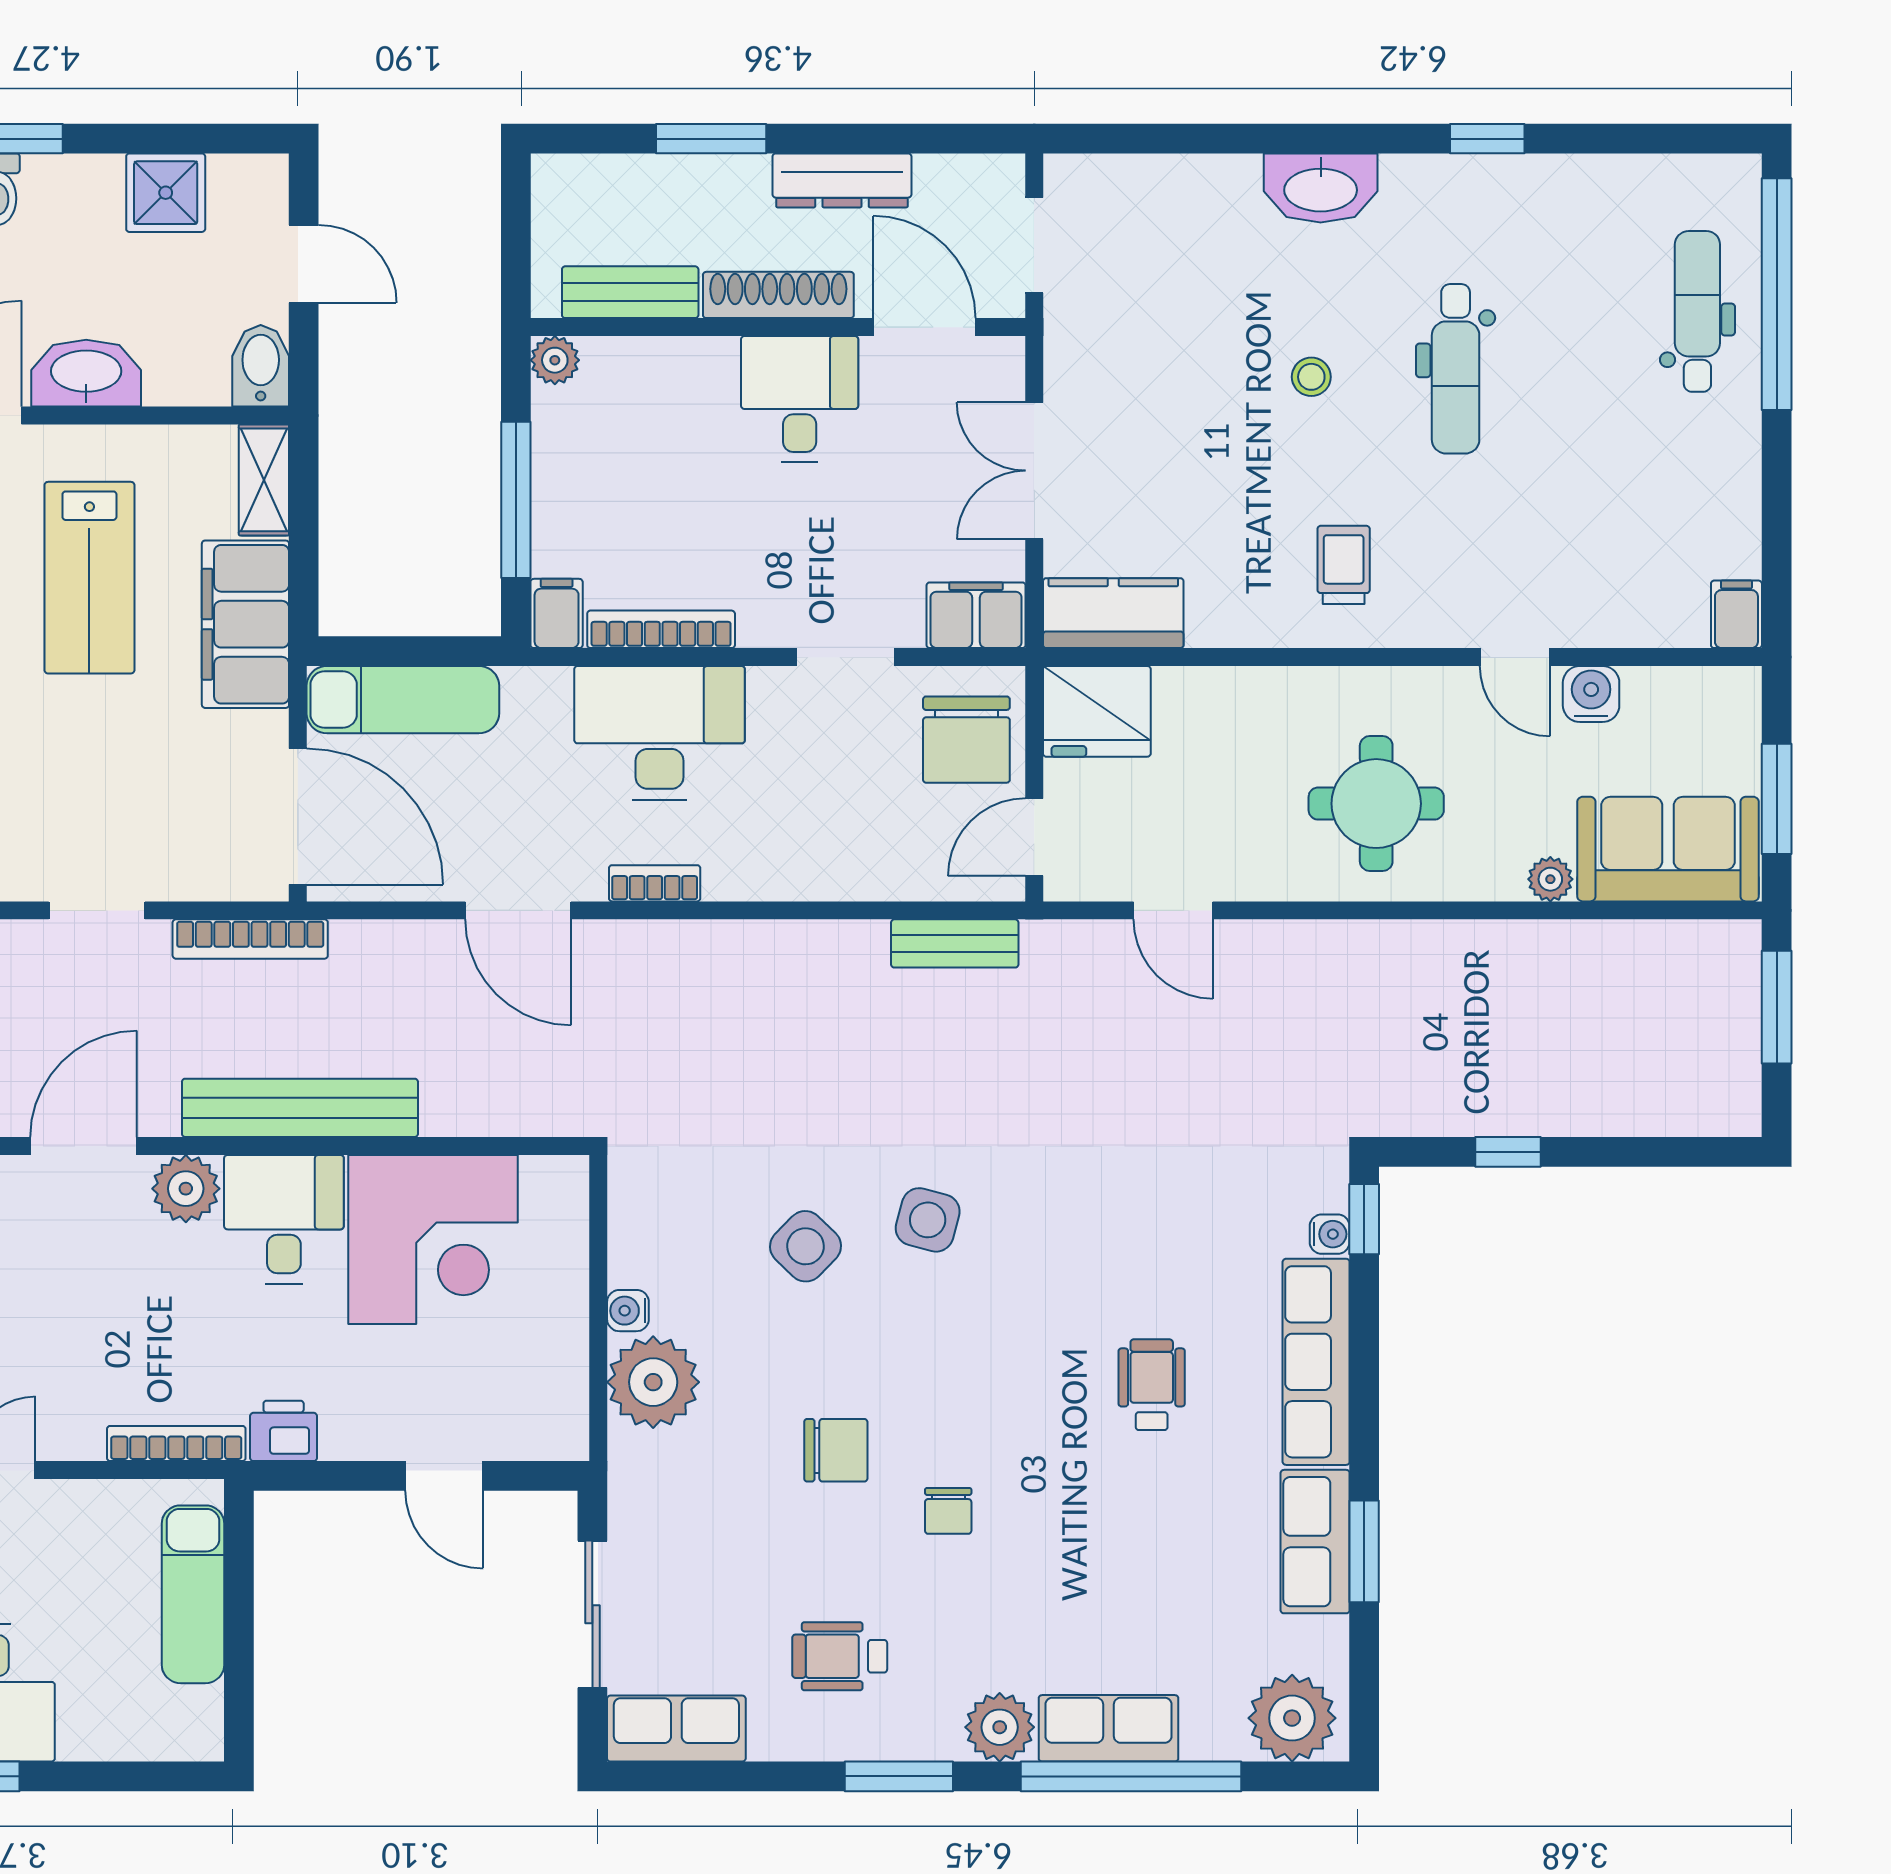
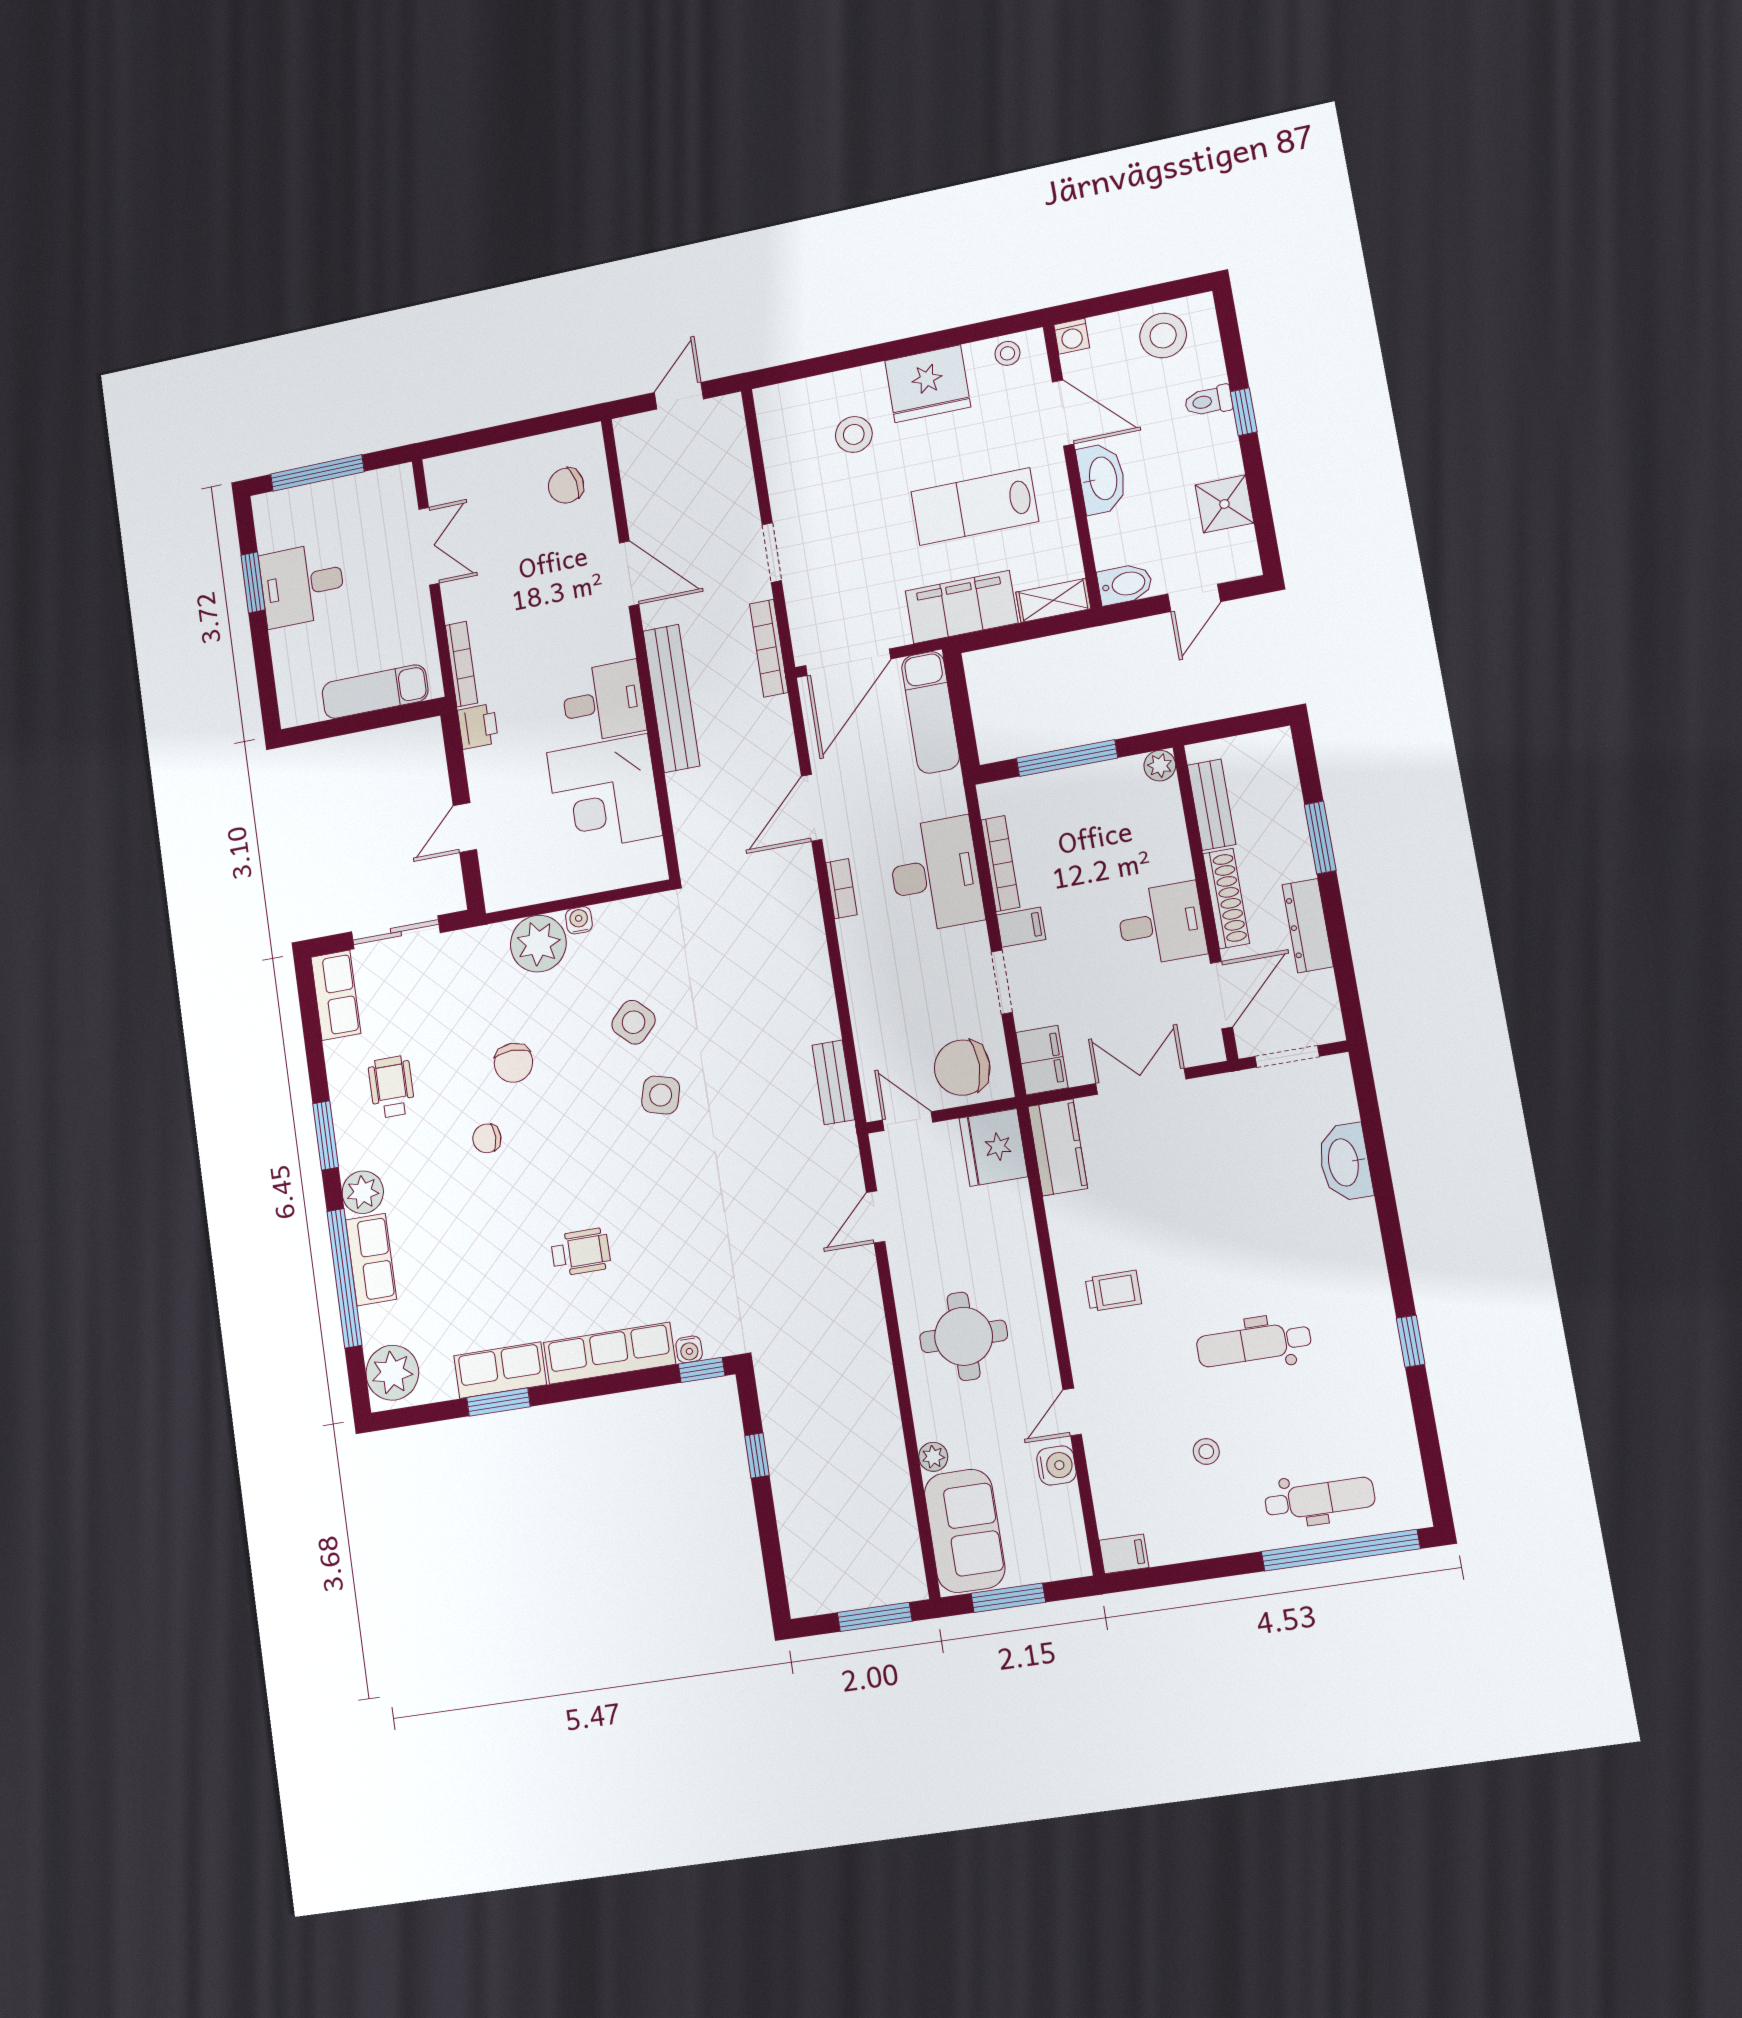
washbasin: (1321, 188) -> (1345, 1162), moved
stool: (1311, 377) -> (1206, 1451), moved
filing cabinet: (557, 613) -> (1021, 927), moved
plant: (186, 1189) -> (613, 640), removed

